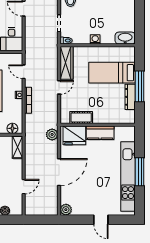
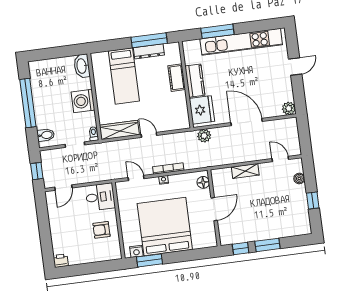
washing machine: (95, 39) -> (83, 101), width x1.89, depth x1.89
door: (24, 72) -> (136, 178), swing flipped
window: (140, 86) -> (149, 40), moved
cot: (81, 118) -> (177, 78), moved
shelving: (17, 147) -> (245, 171), moved
window: (140, 172) -> (217, 31), moved
door: (24, 187) -> (280, 159), moved

